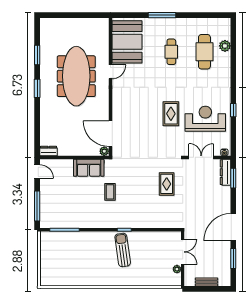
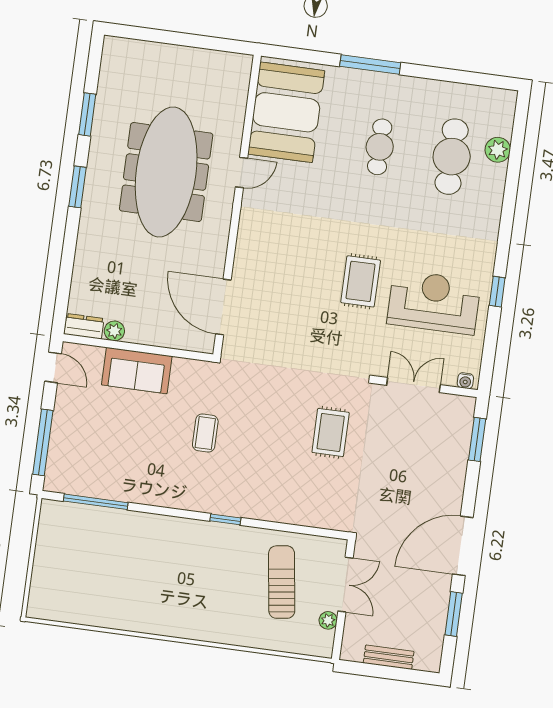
plant: (104, 151) -> (114, 331), moved
sofa: (89, 168) -> (137, 371), moved
dresser: (225, 172) -> (462, 424), removed
sun lounger: (123, 250) -> (282, 582), moved

